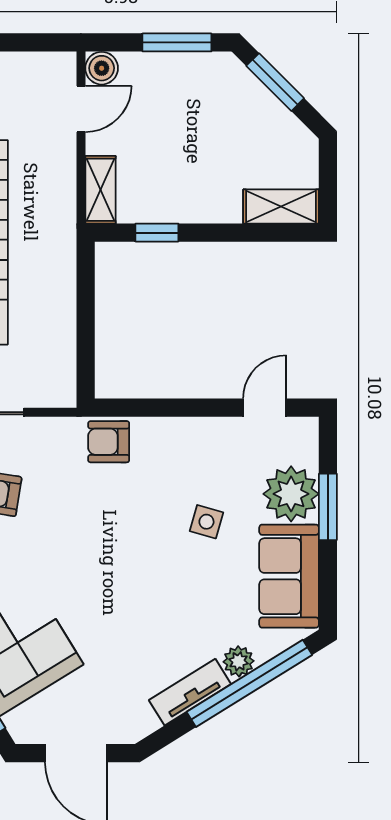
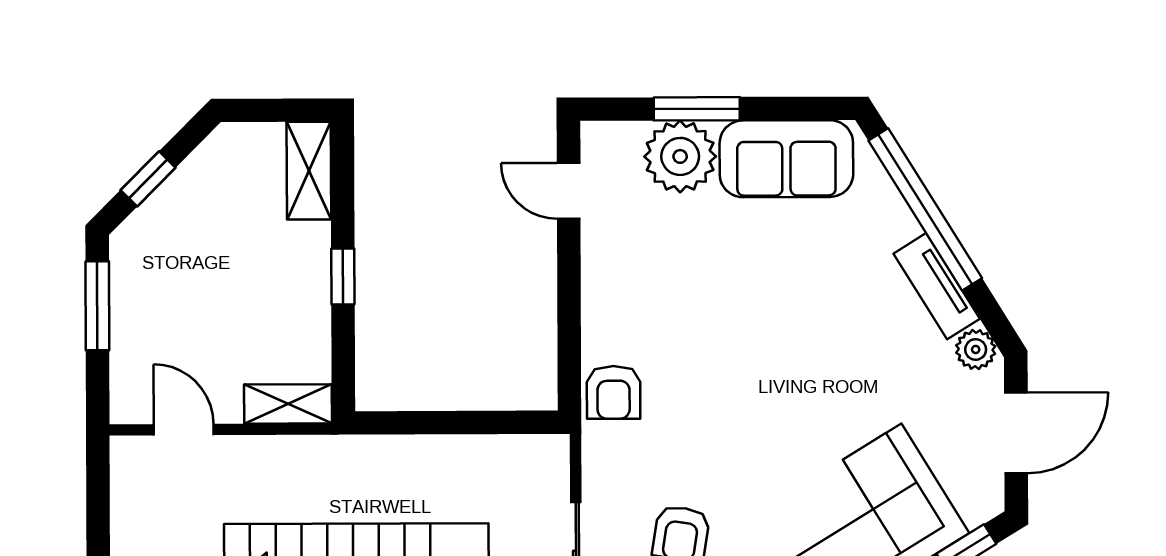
boiler: (102, 68) -> (131, 403), removed
window: (275, 82) -> (148, 179), width x0.67
window: (157, 233) -> (343, 276), moved
side table: (206, 522) -> (716, 266), removed
plant: (239, 661) -> (976, 349), moved

